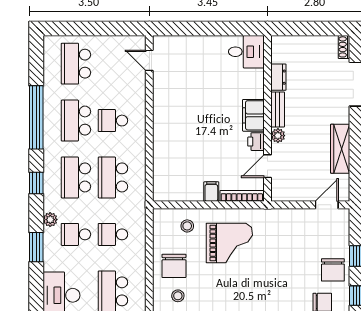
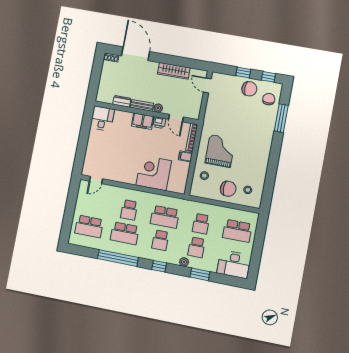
corner desk: (177, 148) -> (154, 173), added
school desk: (76, 177) -> (160, 240), width x0.54

